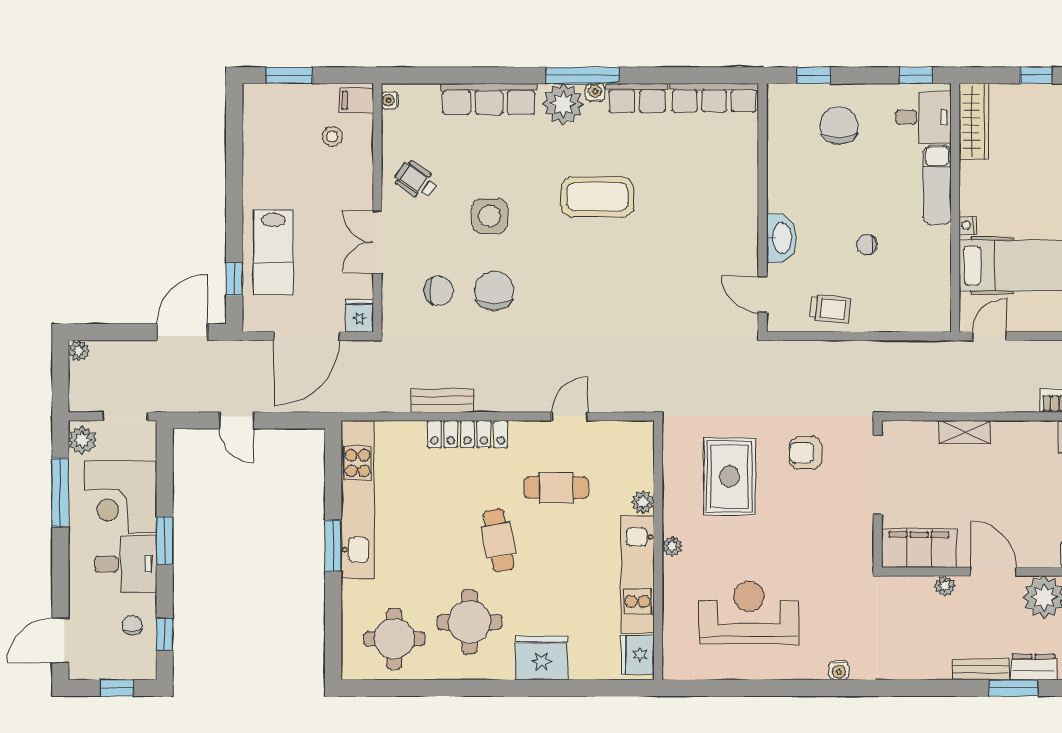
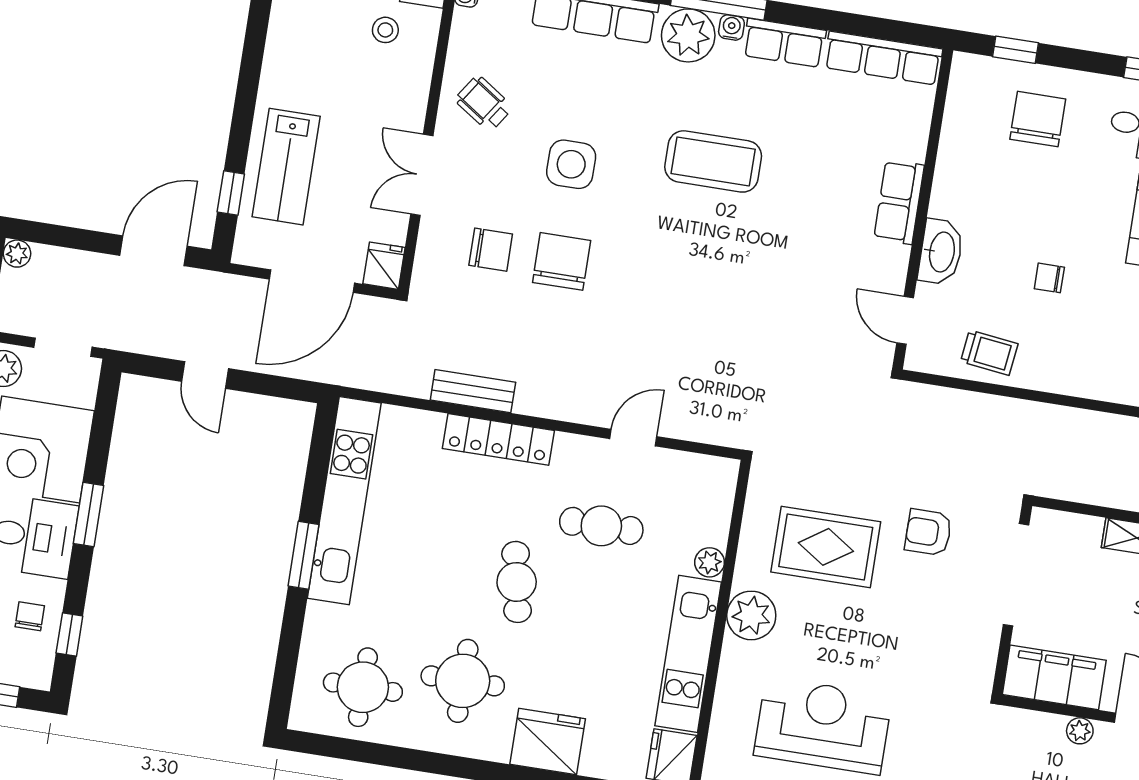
row of seats: (744, 205) -> (899, 202), added
rug: (729, 476) -> (826, 547), turned 90
plant: (672, 546) -> (751, 615), width x1.88, depth x1.88

